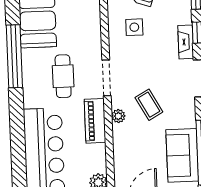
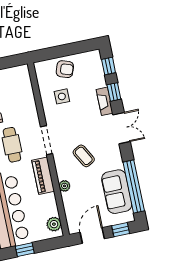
plant: (118, 116) -> (65, 186), moved

